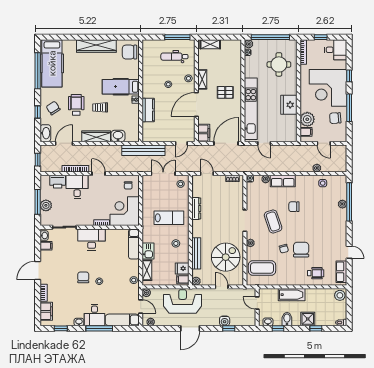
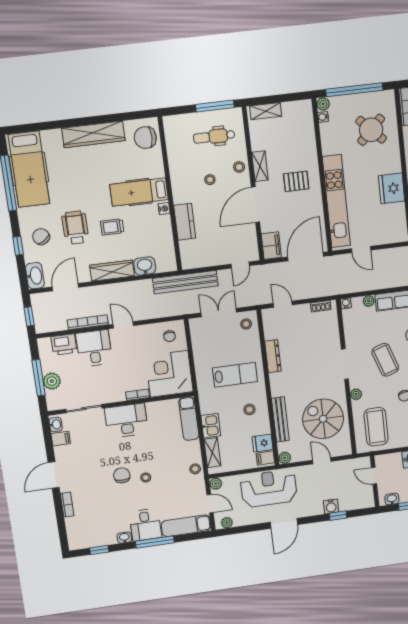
round table: (279, 64) -> (371, 130), turned 45
spiral stairs: (226, 257) -> (323, 419), turned -90
coffee table: (262, 268) -> (376, 427), turned 90
filing cabinet: (46, 311) -> (75, 530), removed

